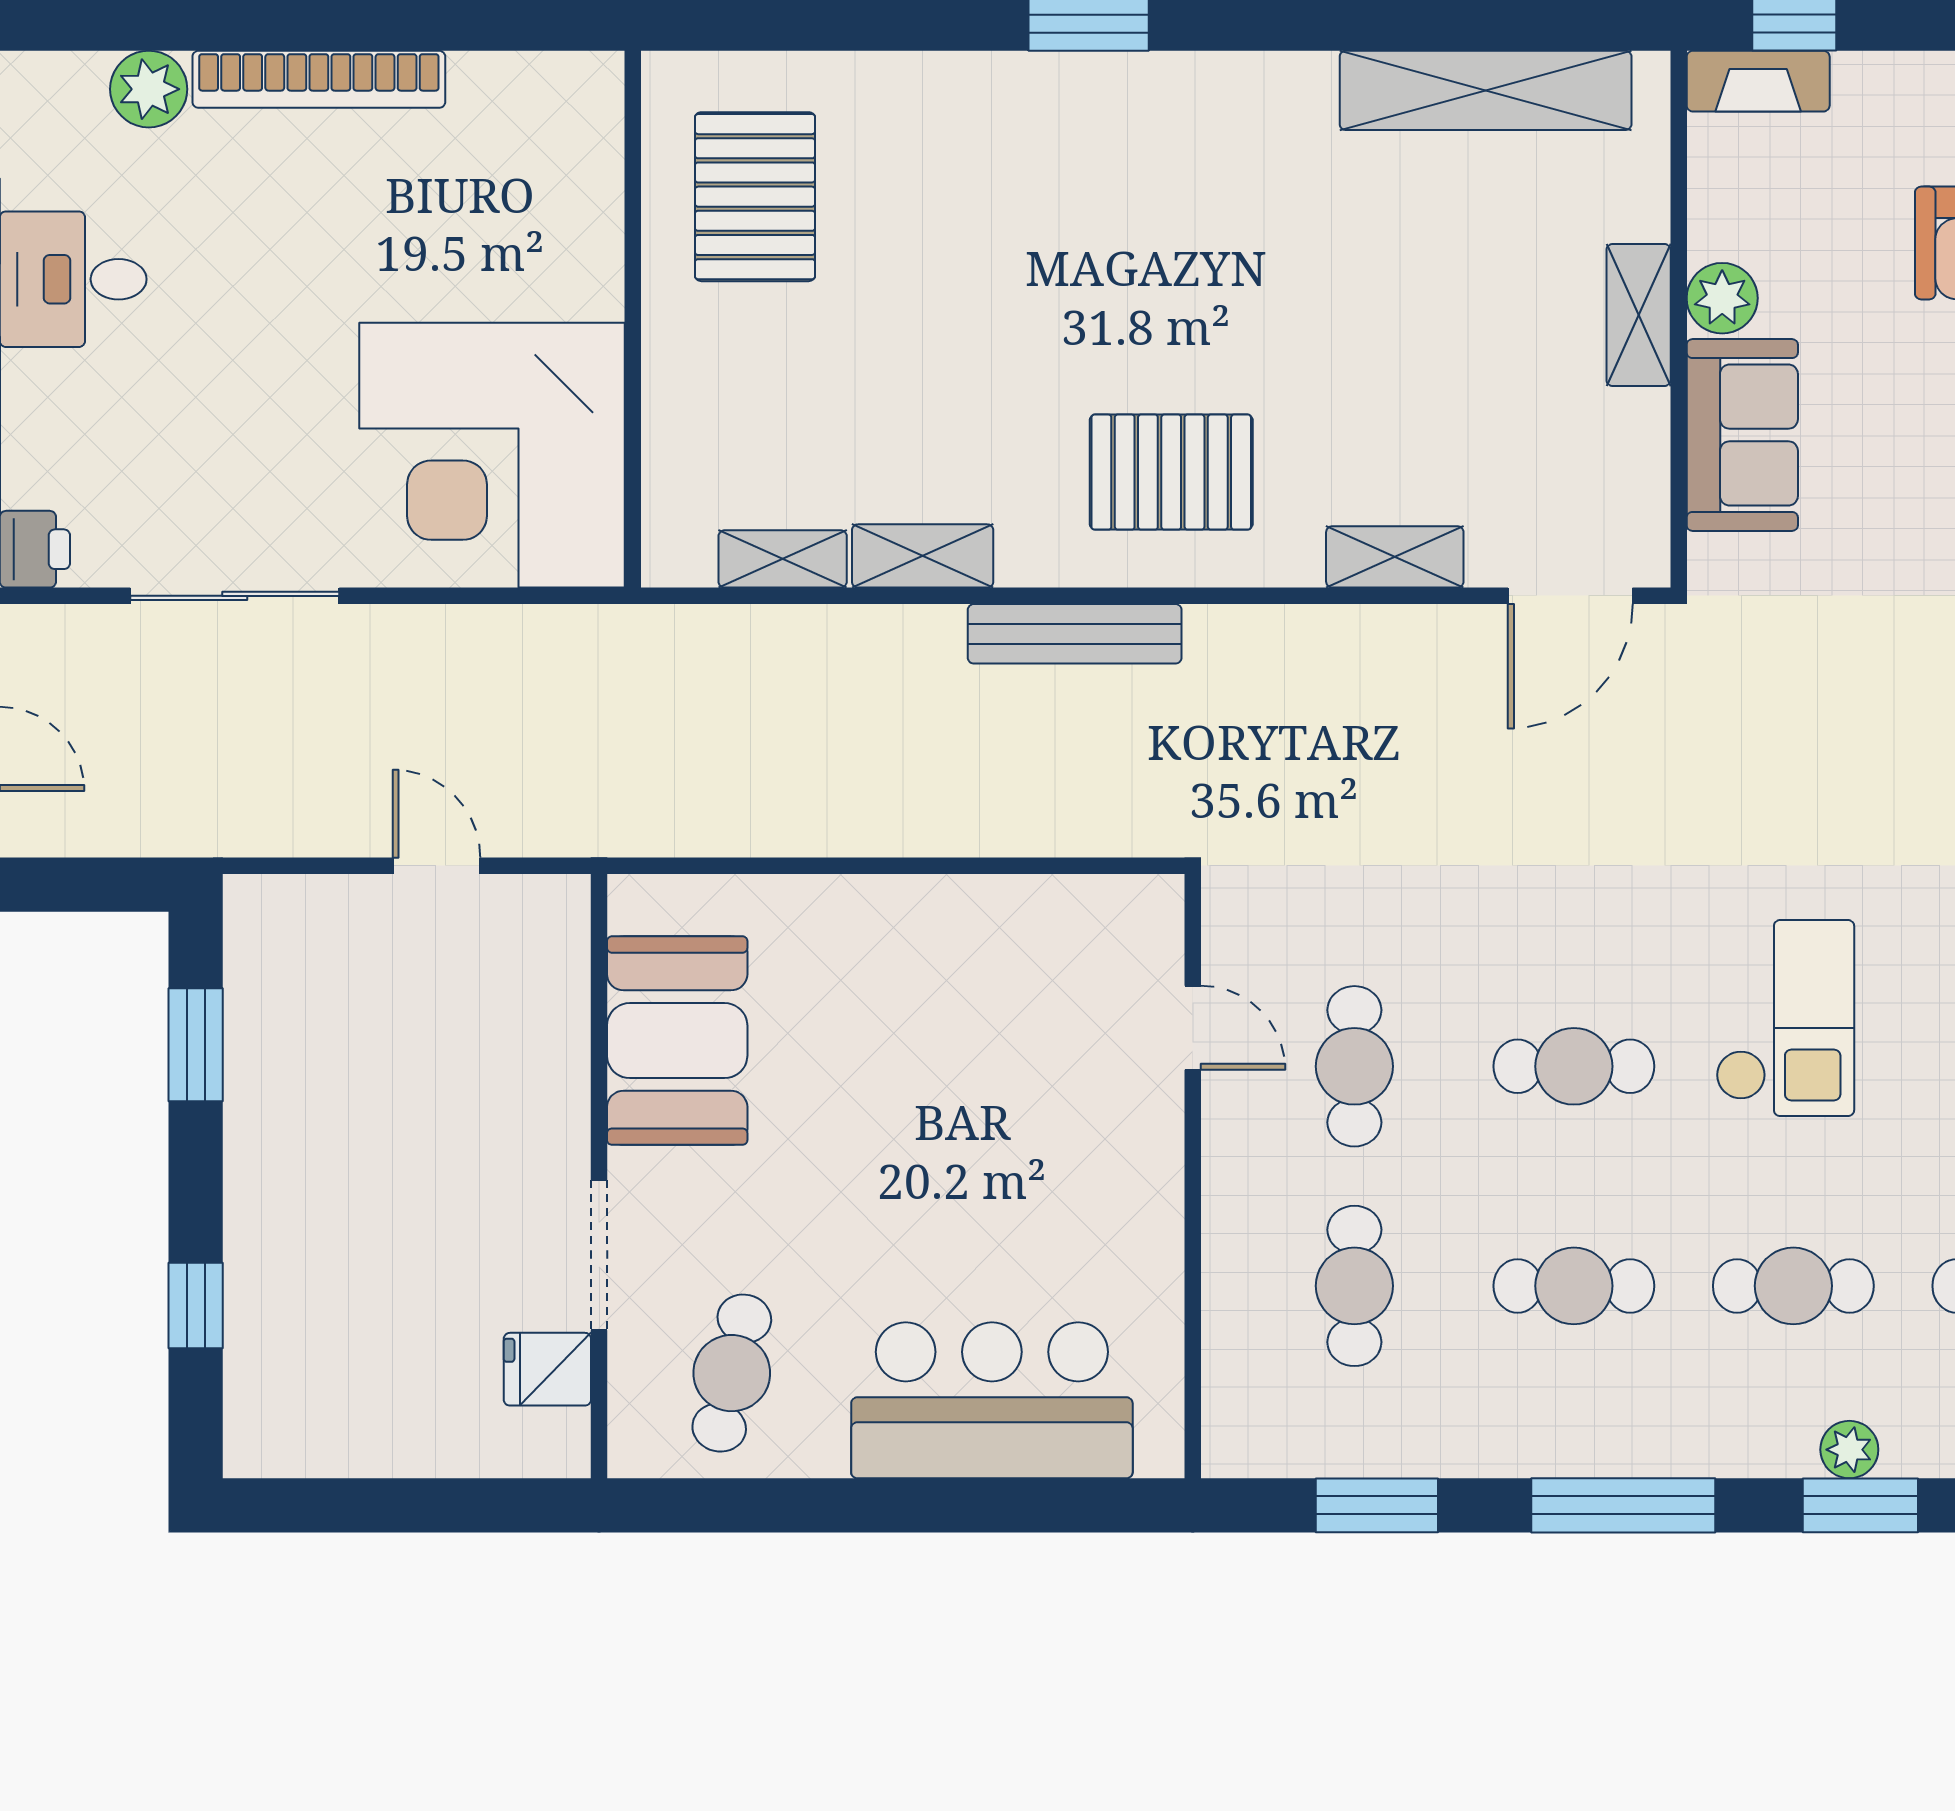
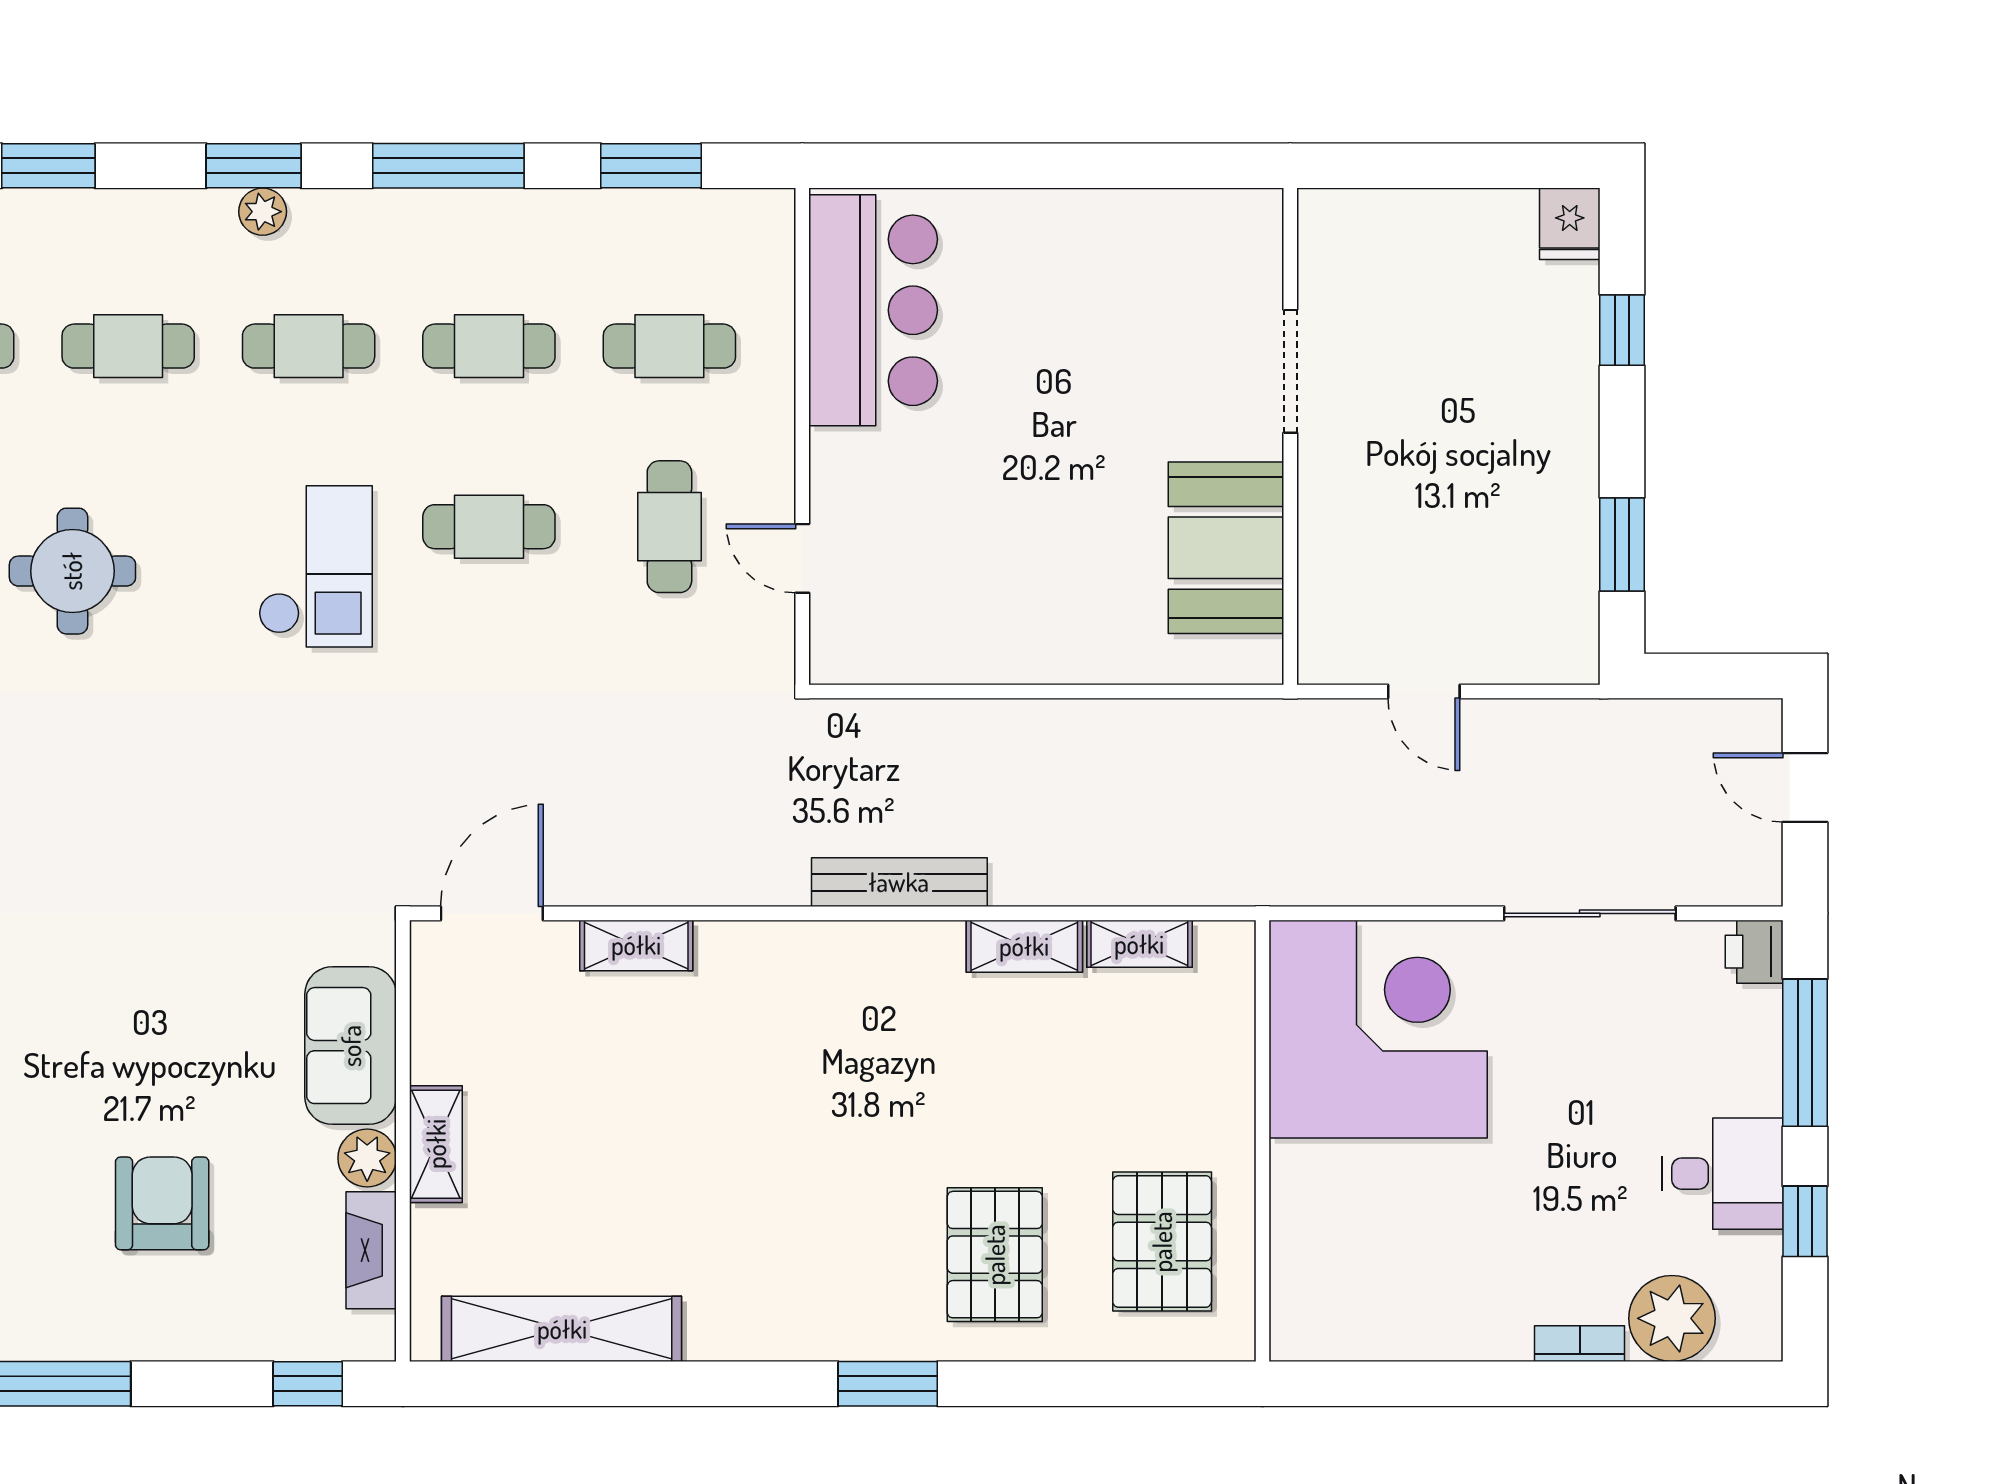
bookcase: (319, 79) -> (1580, 1344), width x0.43, depth x0.76
fireplace: (1758, 81) -> (371, 1250), moved, turned -90
plant: (149, 89) -> (1672, 1318), width x1.36, depth x1.36
pallet: (1171, 472) -> (995, 1255), moved, turned 90
checkout: (1785, 1018) -> (315, 566), turned 180
cafe table: (1354, 1286) -> (669, 346), turned 90
fridge: (547, 1369) -> (1570, 224), moved, turned 90
cafe table: (732, 1373) -> (1181, 274), removed
bar counter: (992, 1400) -> (873, 310), moved, turned -90

